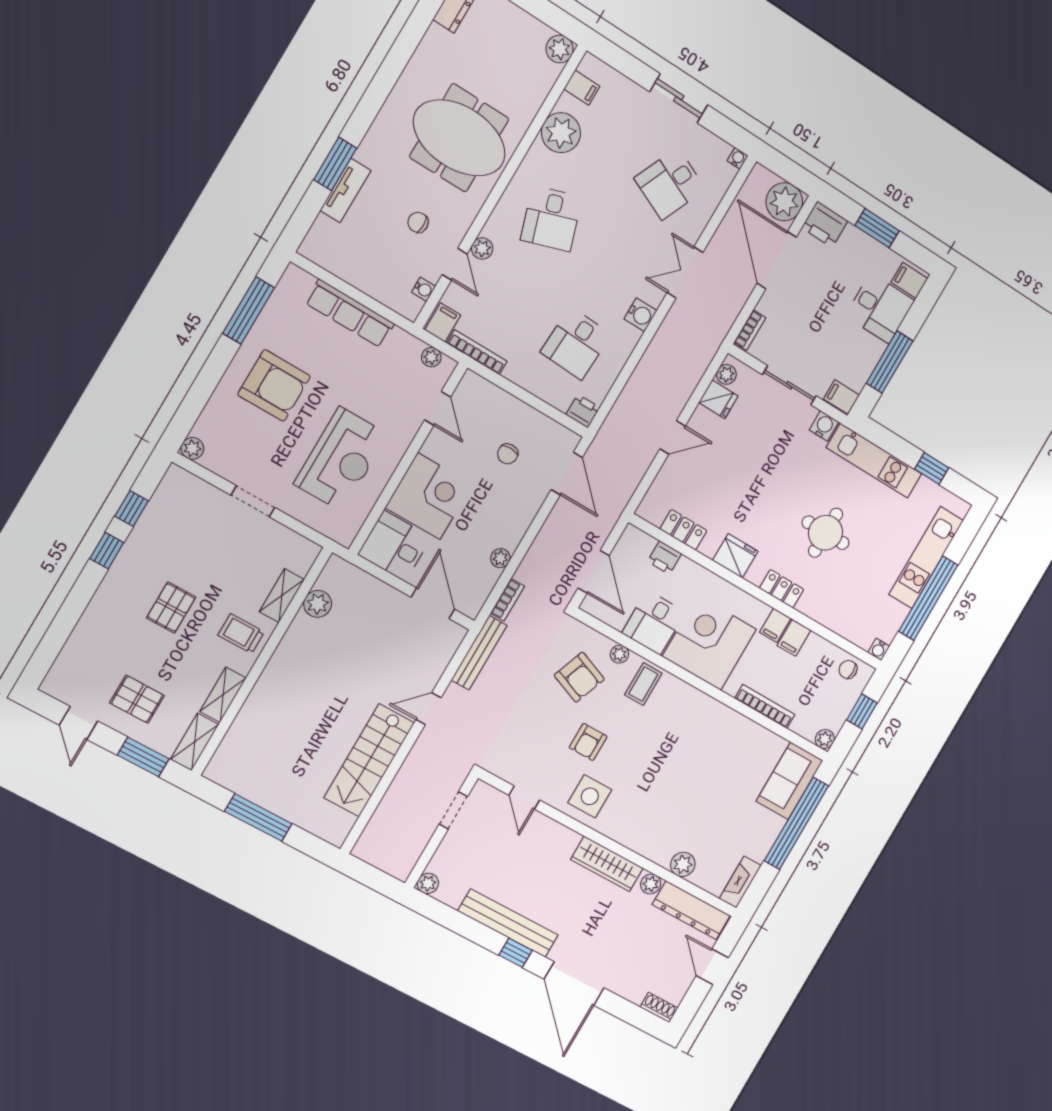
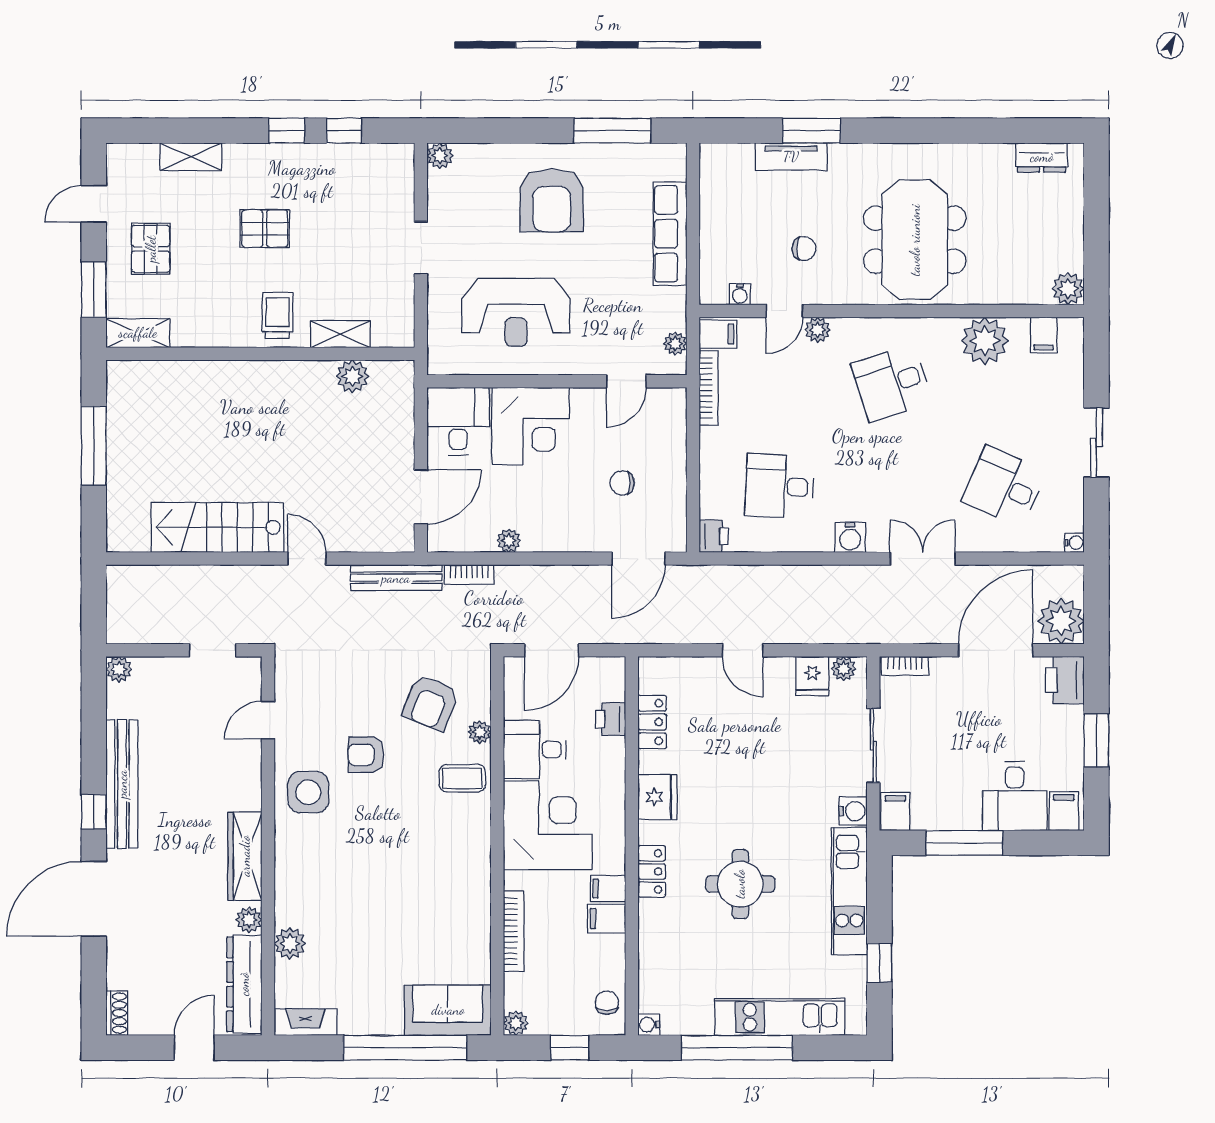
chair: (418, 222) -> (804, 248), turned 90
shelving: (223, 695) -> (191, 157), moved

